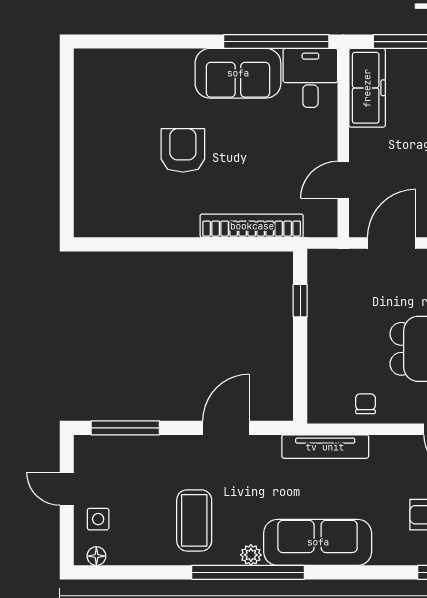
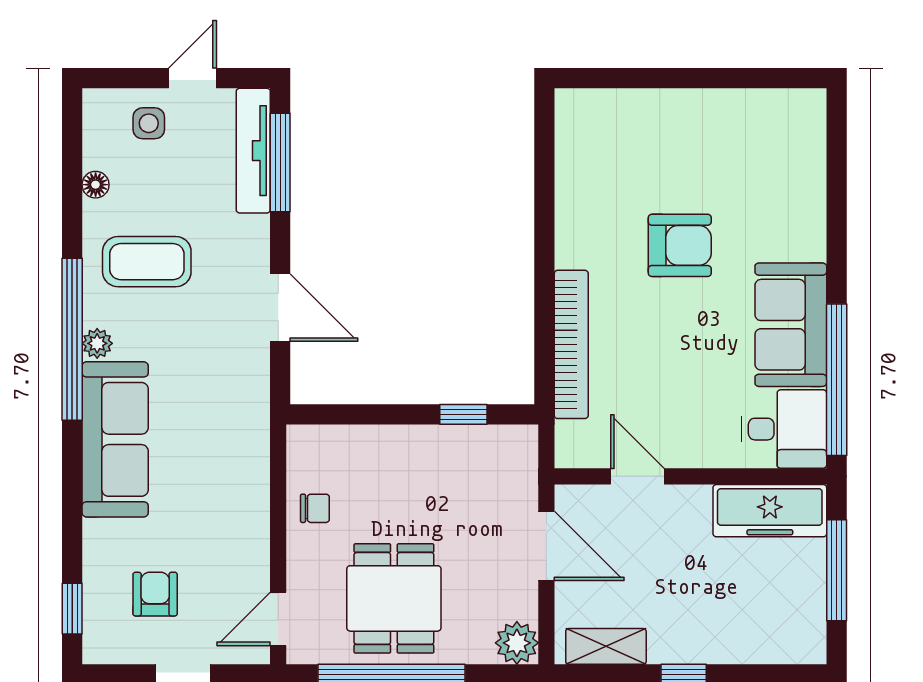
tv unit: (325, 447) -> (253, 151), moved
floor lamp: (96, 556) -> (96, 185), moved

